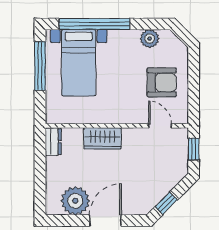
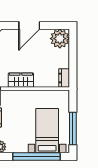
wardrobe: (102, 138) -> (21, 80), moved
plant: (75, 201) -> (60, 39), moved

